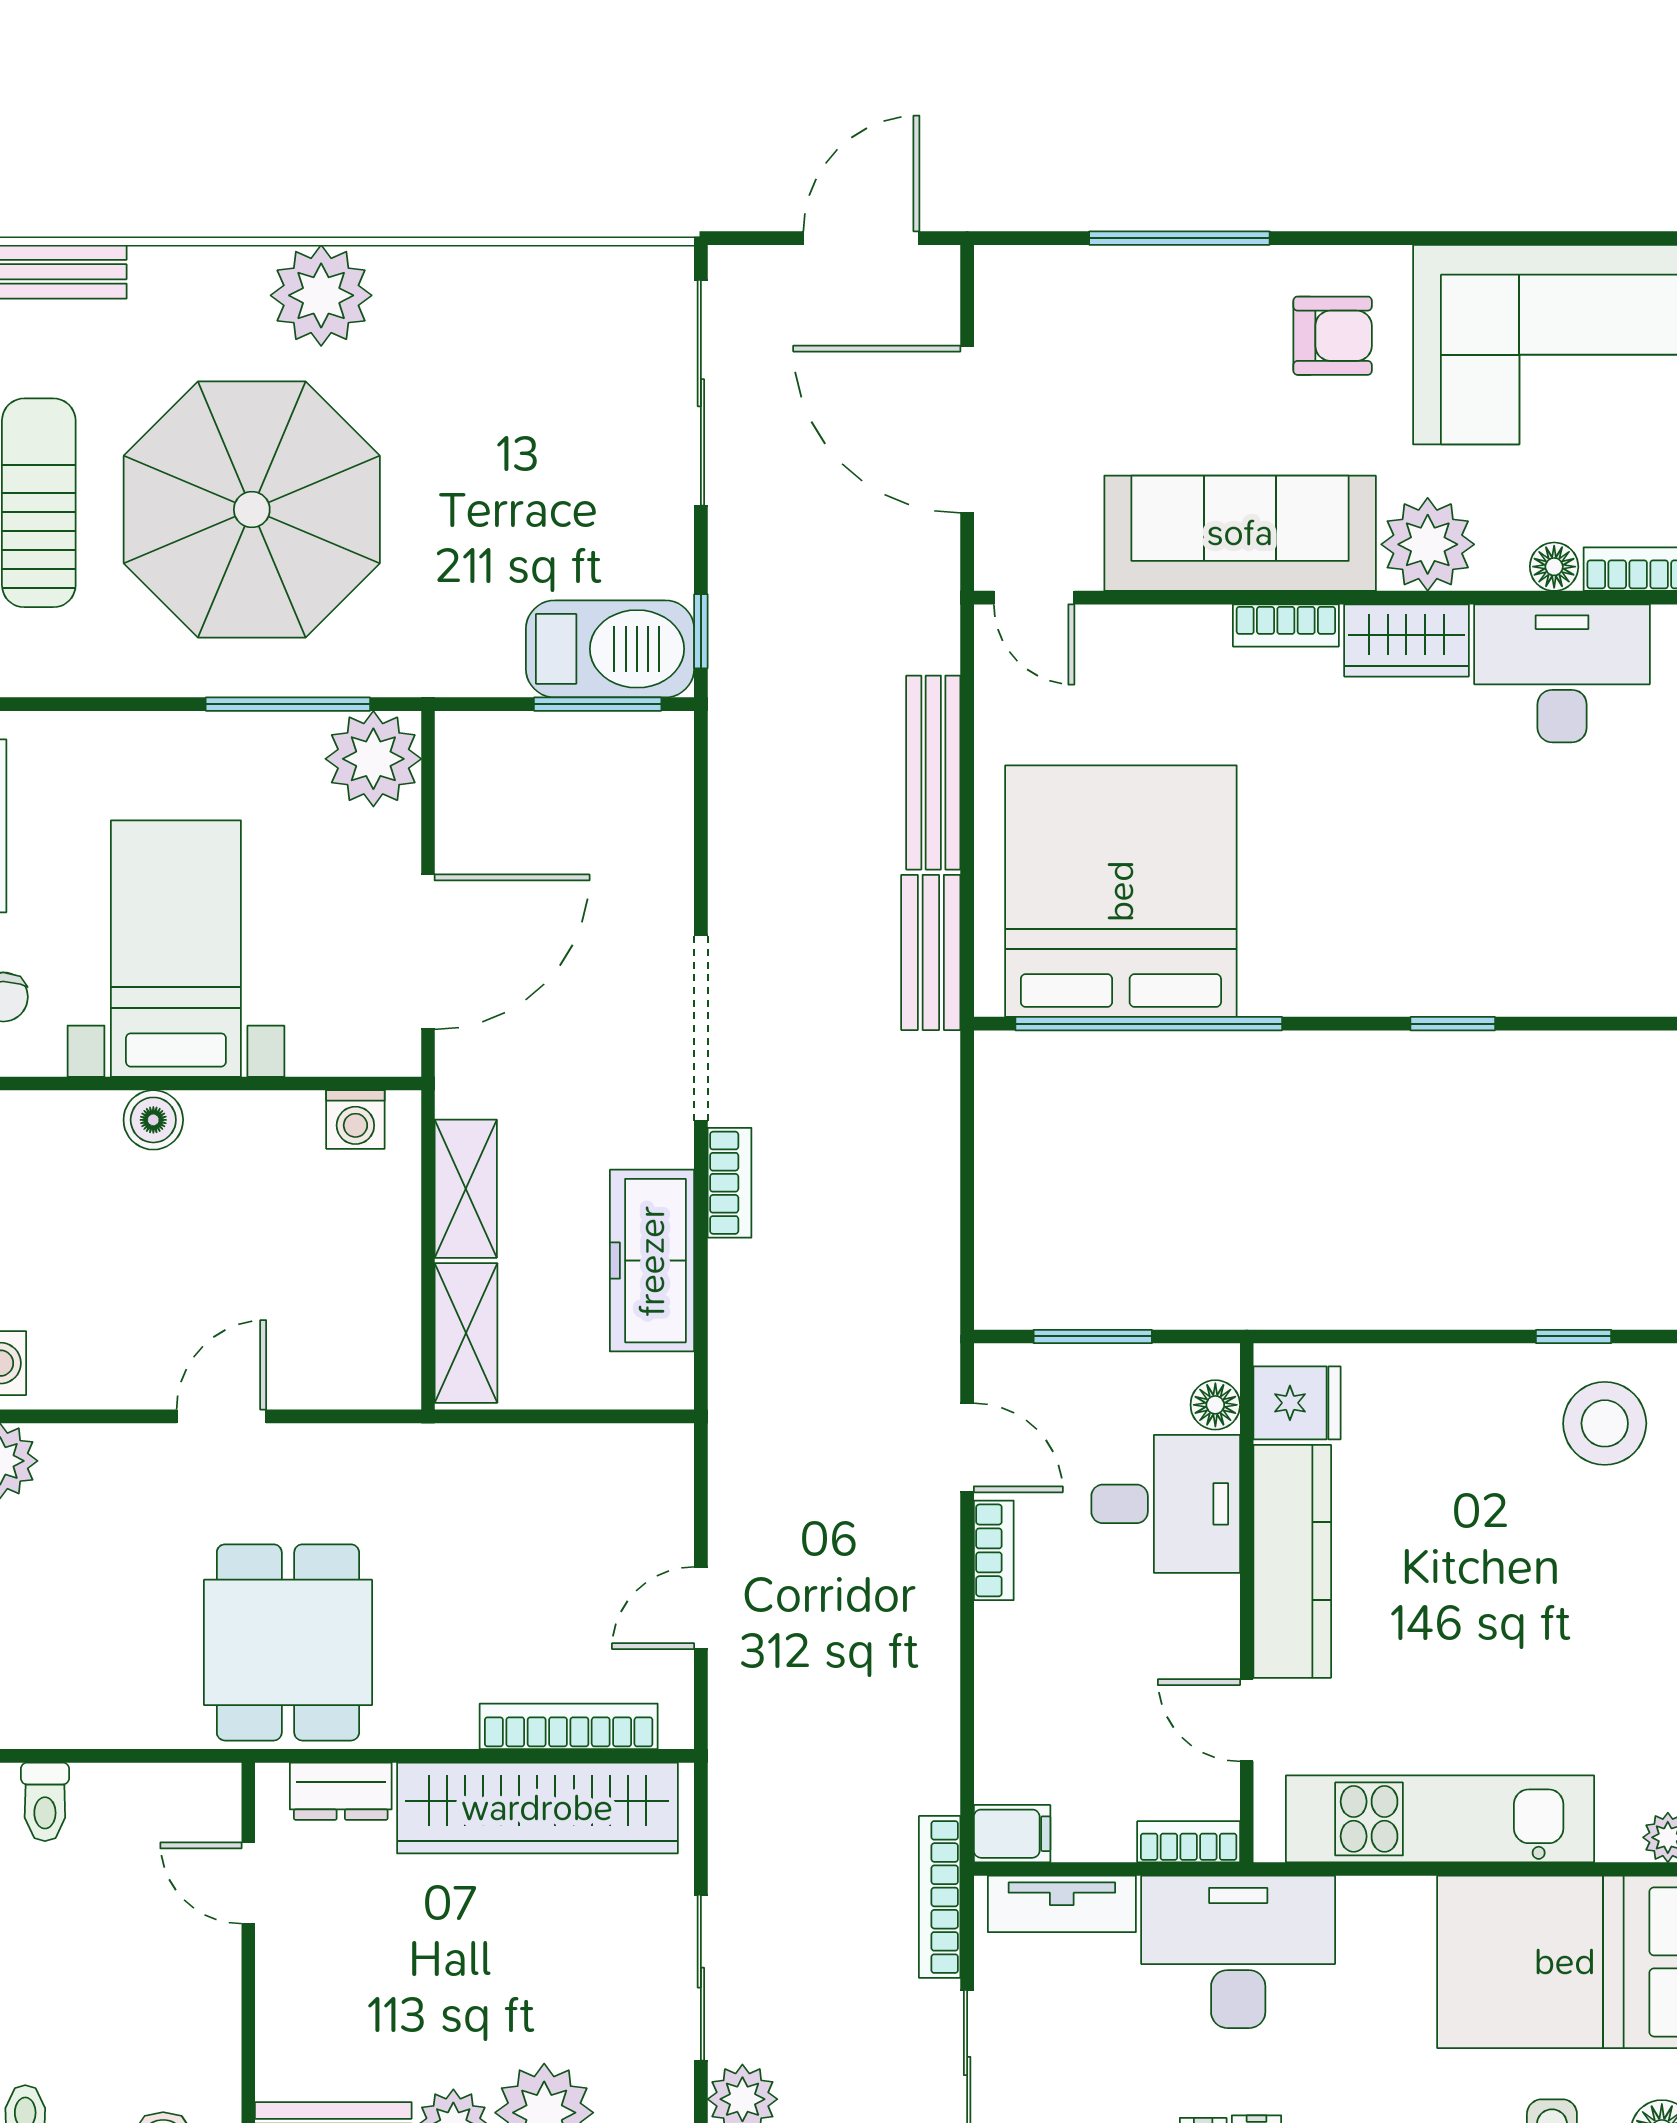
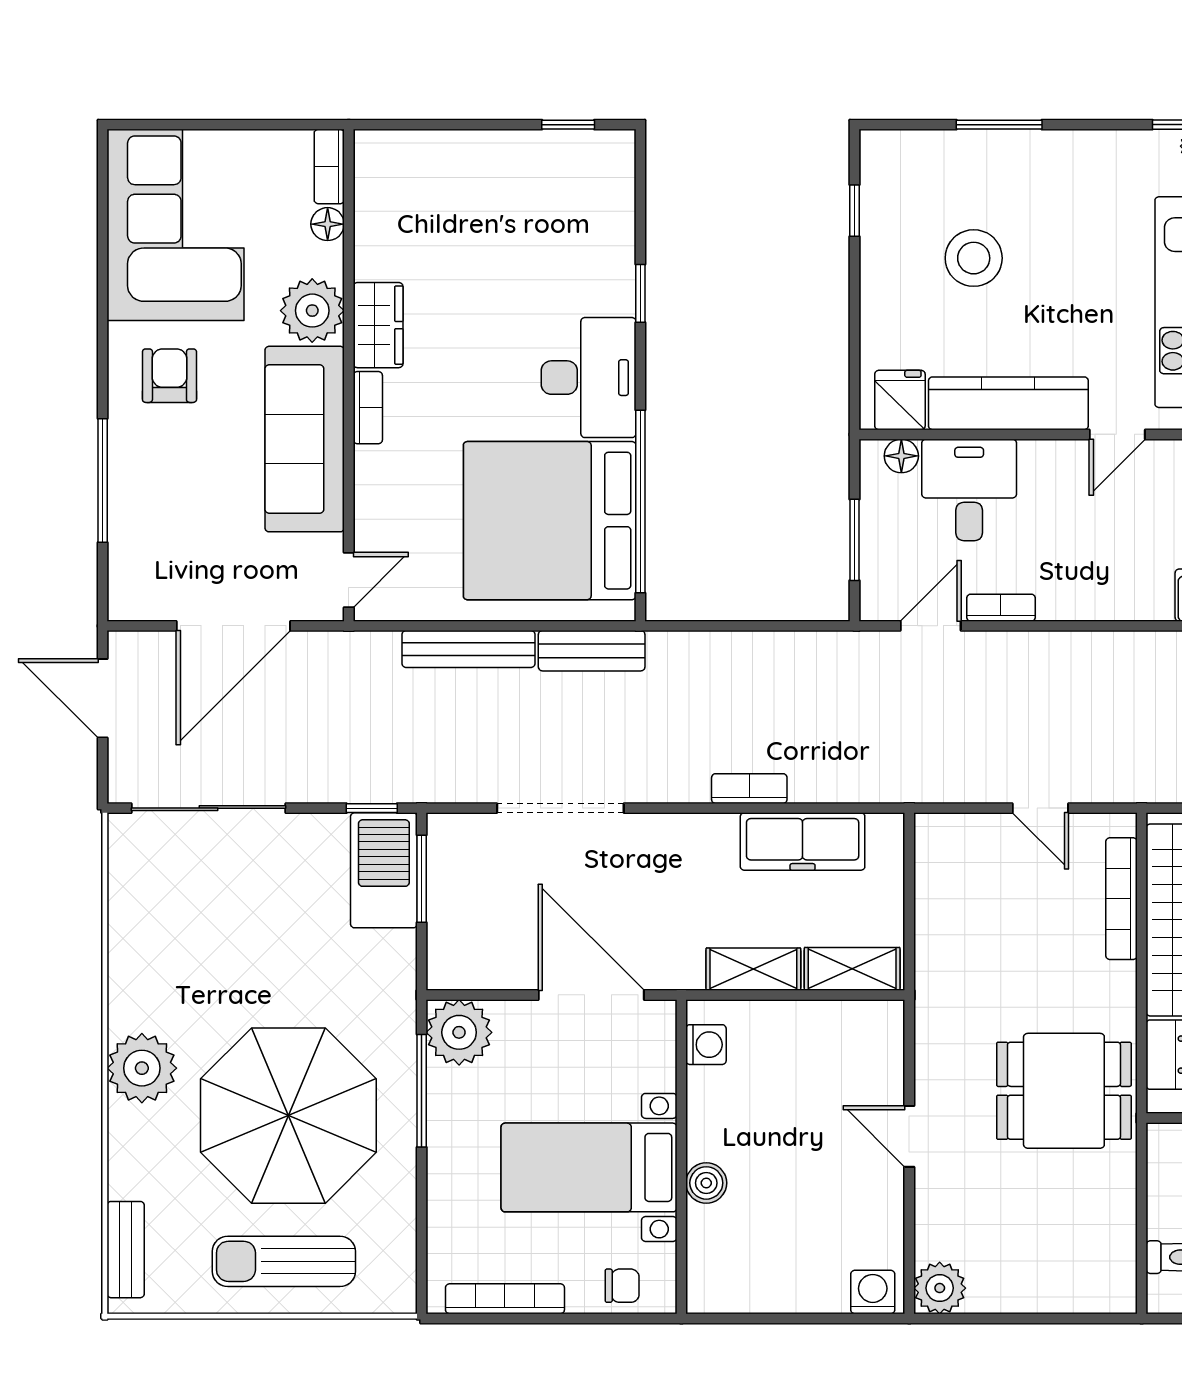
desk: (1562, 673) -> (589, 378), moved, turned 180
doorway: (701, 1028) -> (560, 808), moved
stool: (1605, 1423) -> (974, 258), moved

